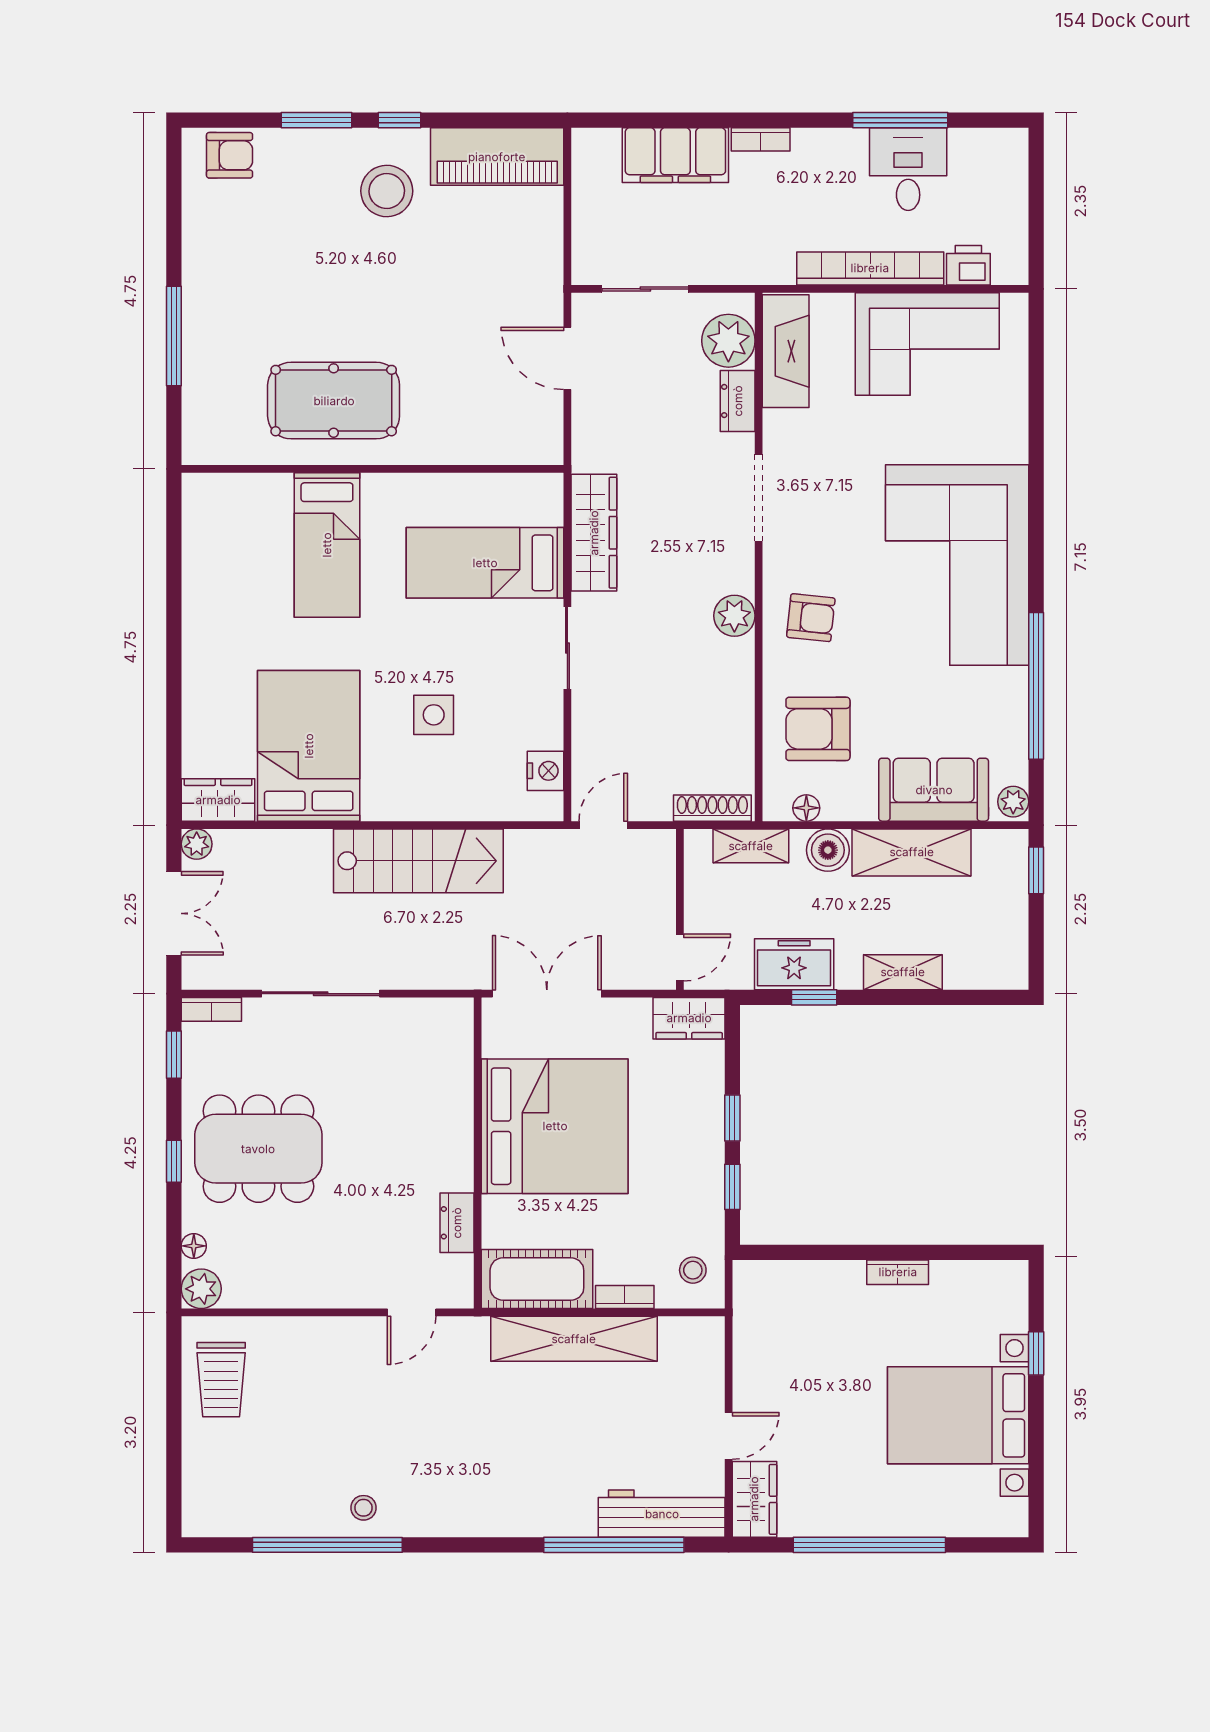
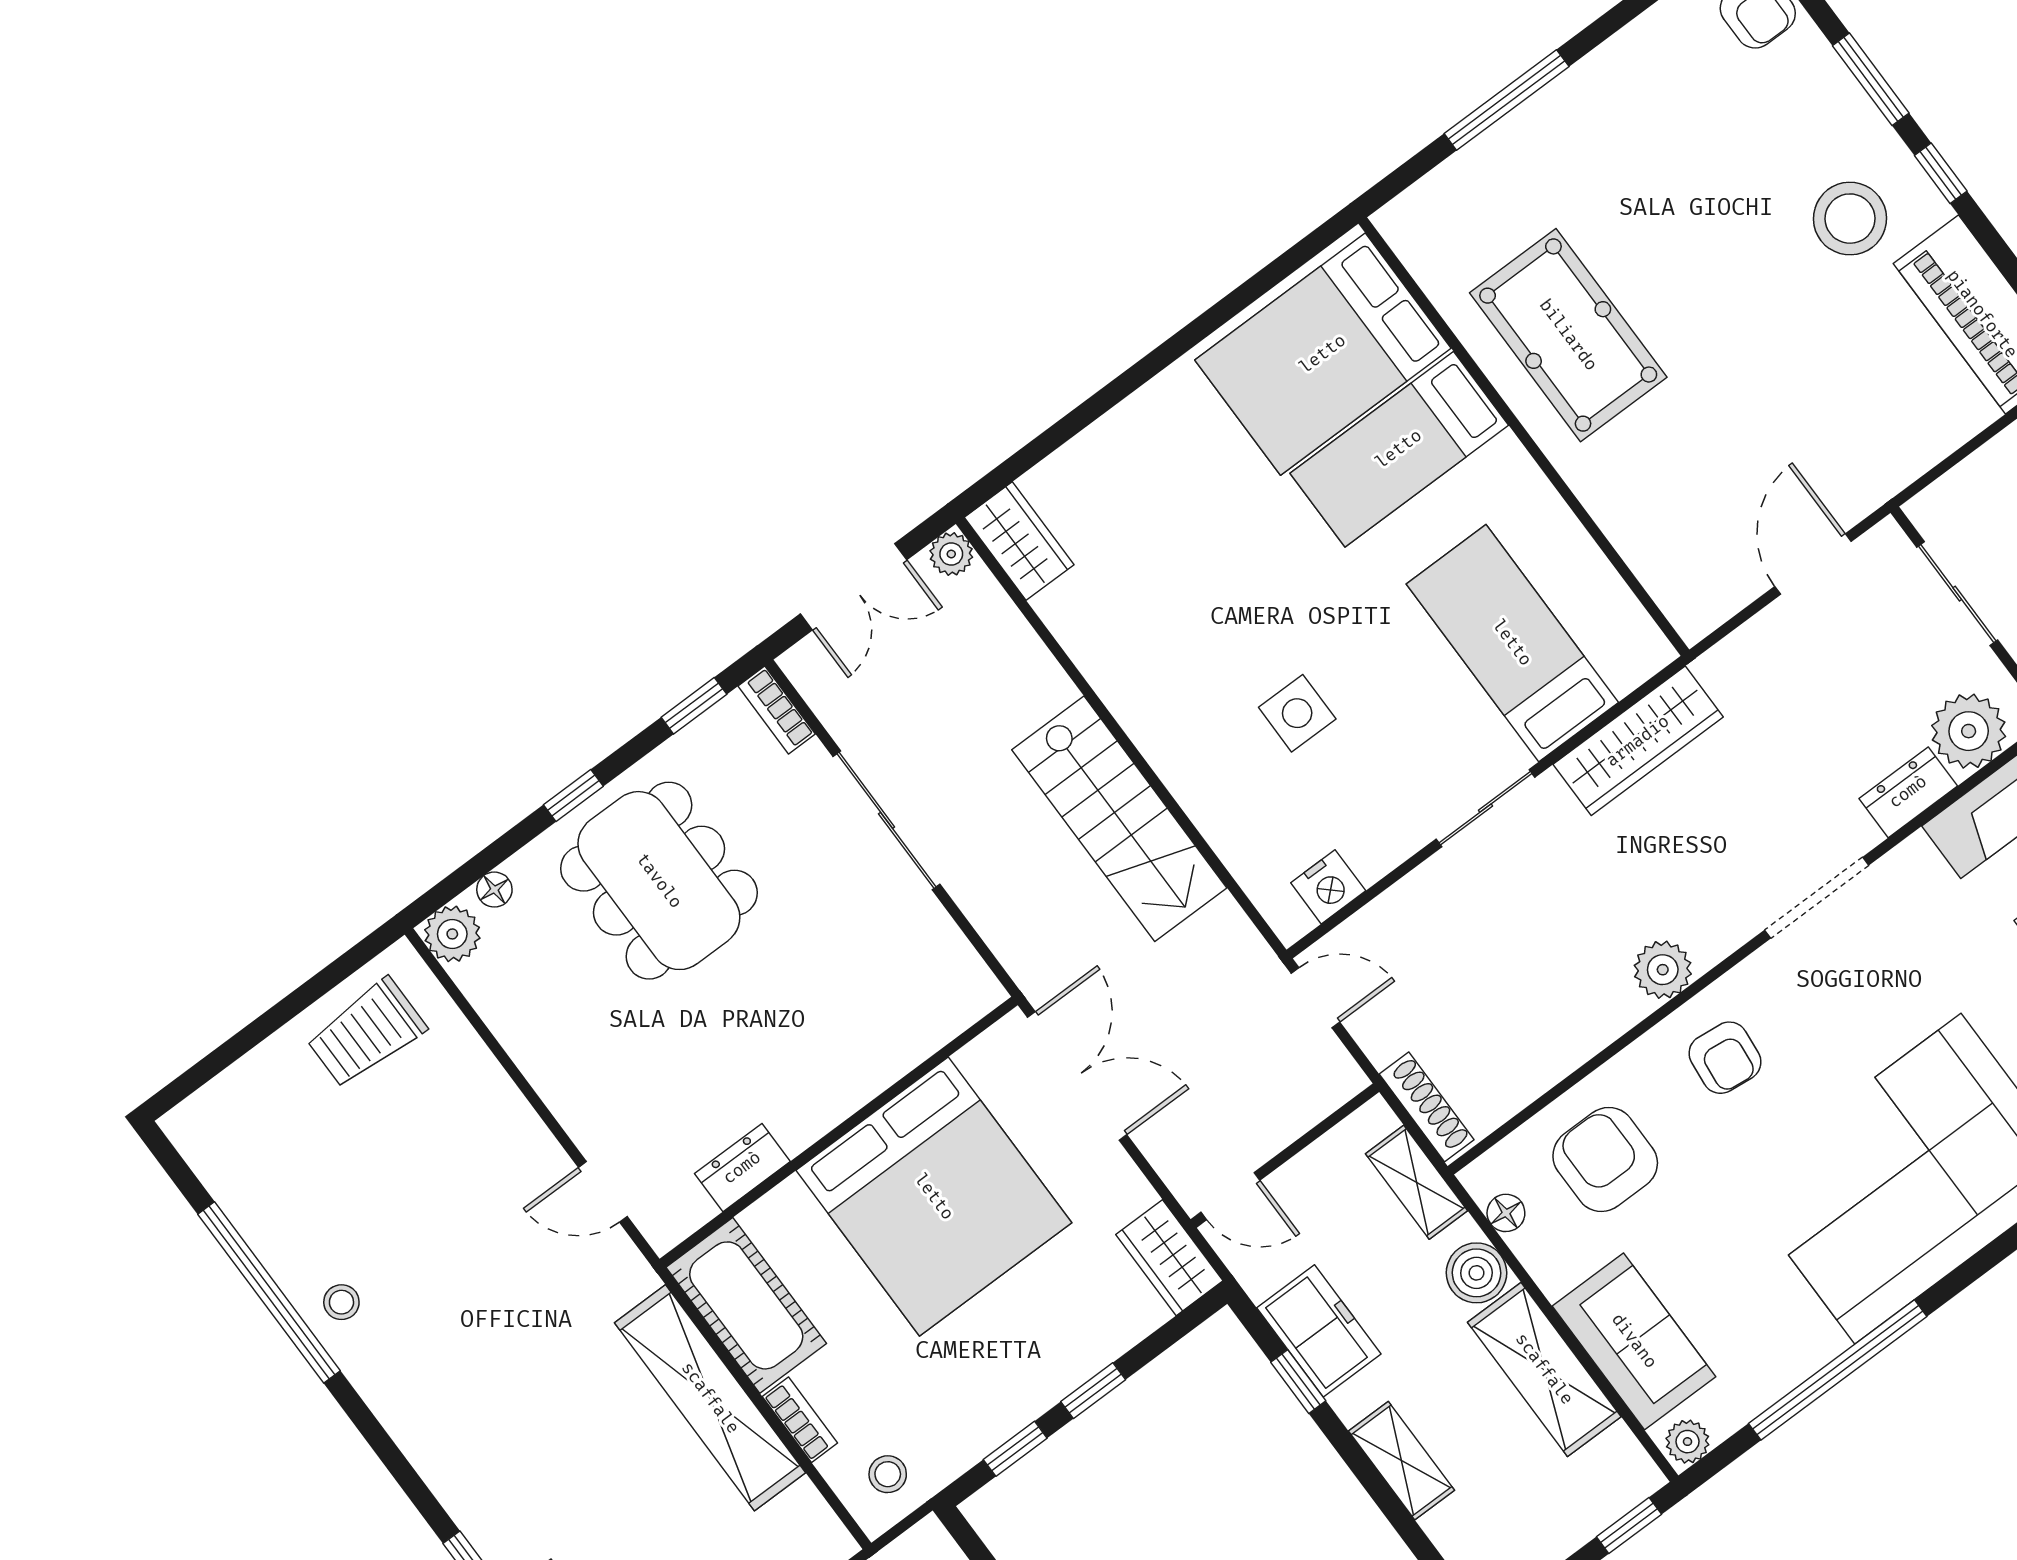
bed: (309, 746) -> (1323, 354), moved, turned 180

